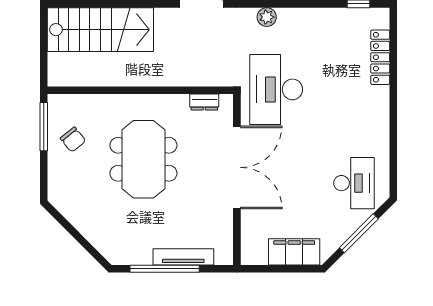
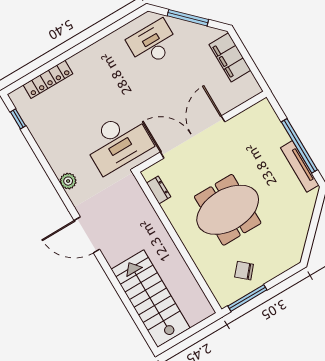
chair: (73, 140) -> (244, 271), turned -100
tv unit: (183, 257) -> (300, 166), moved

